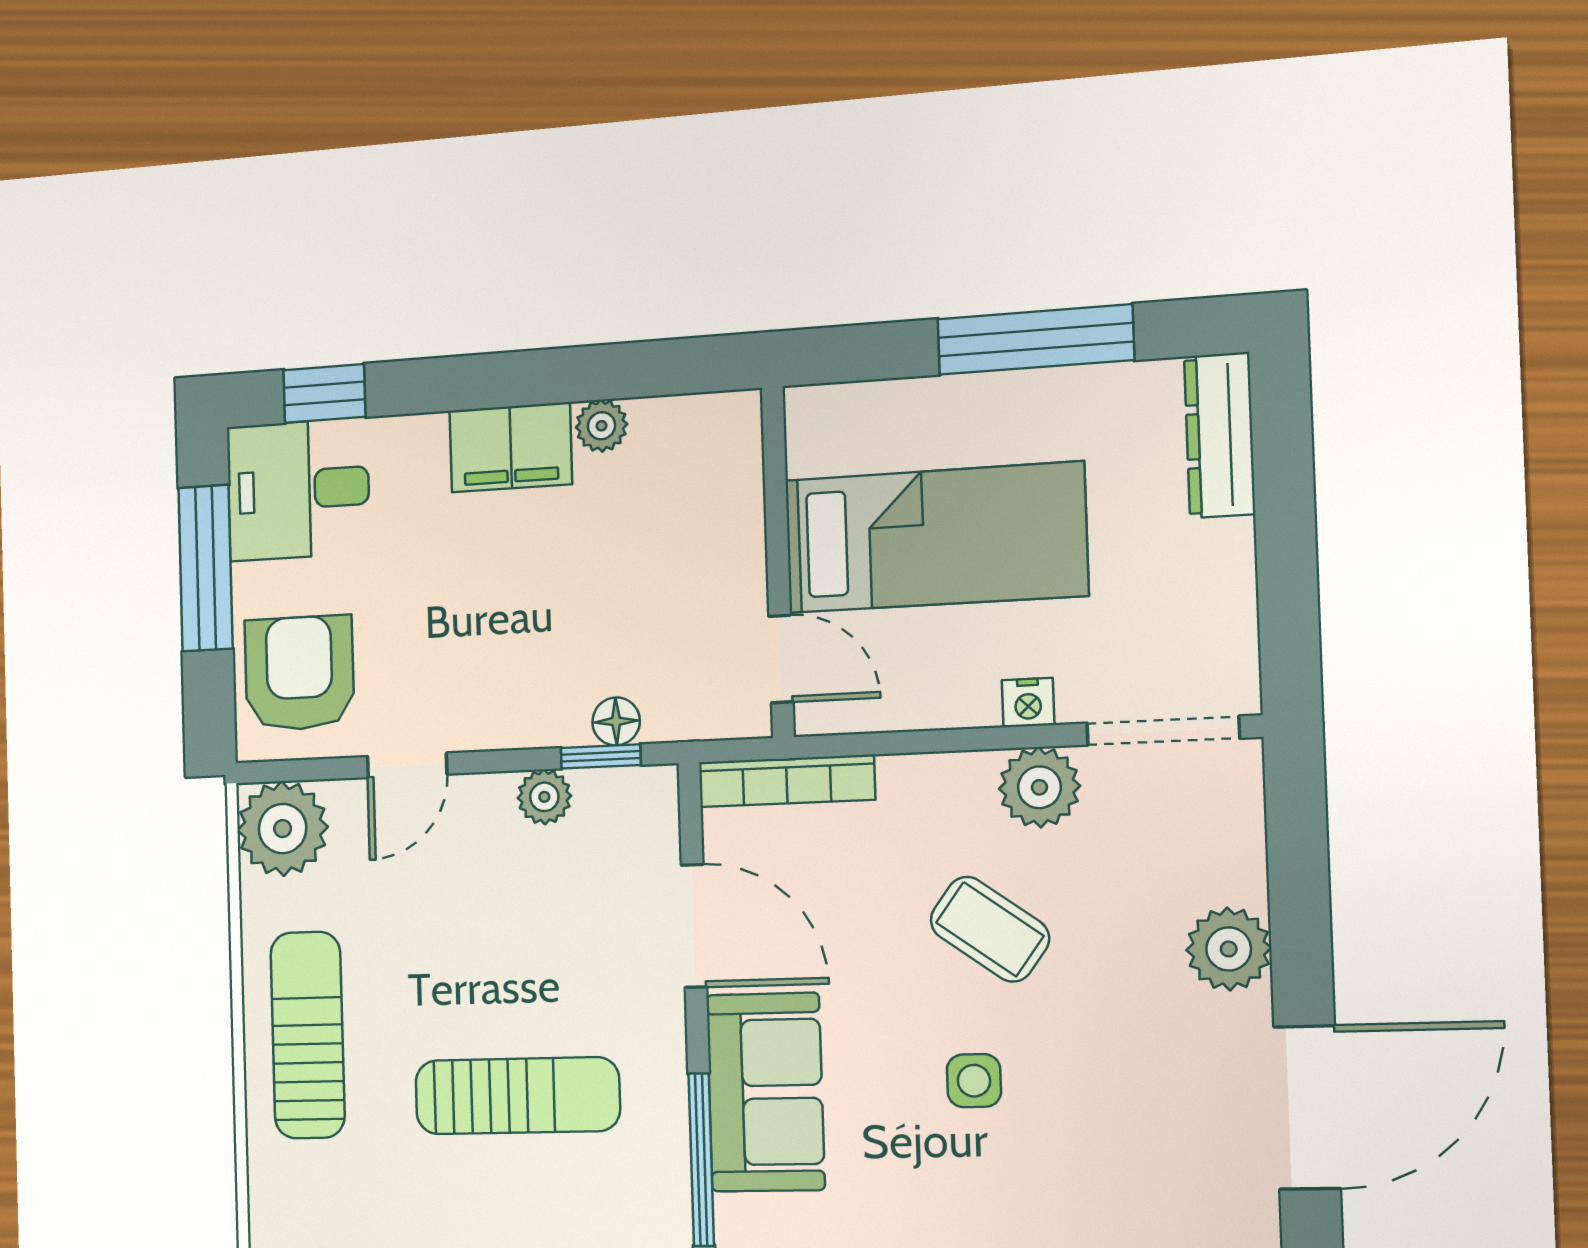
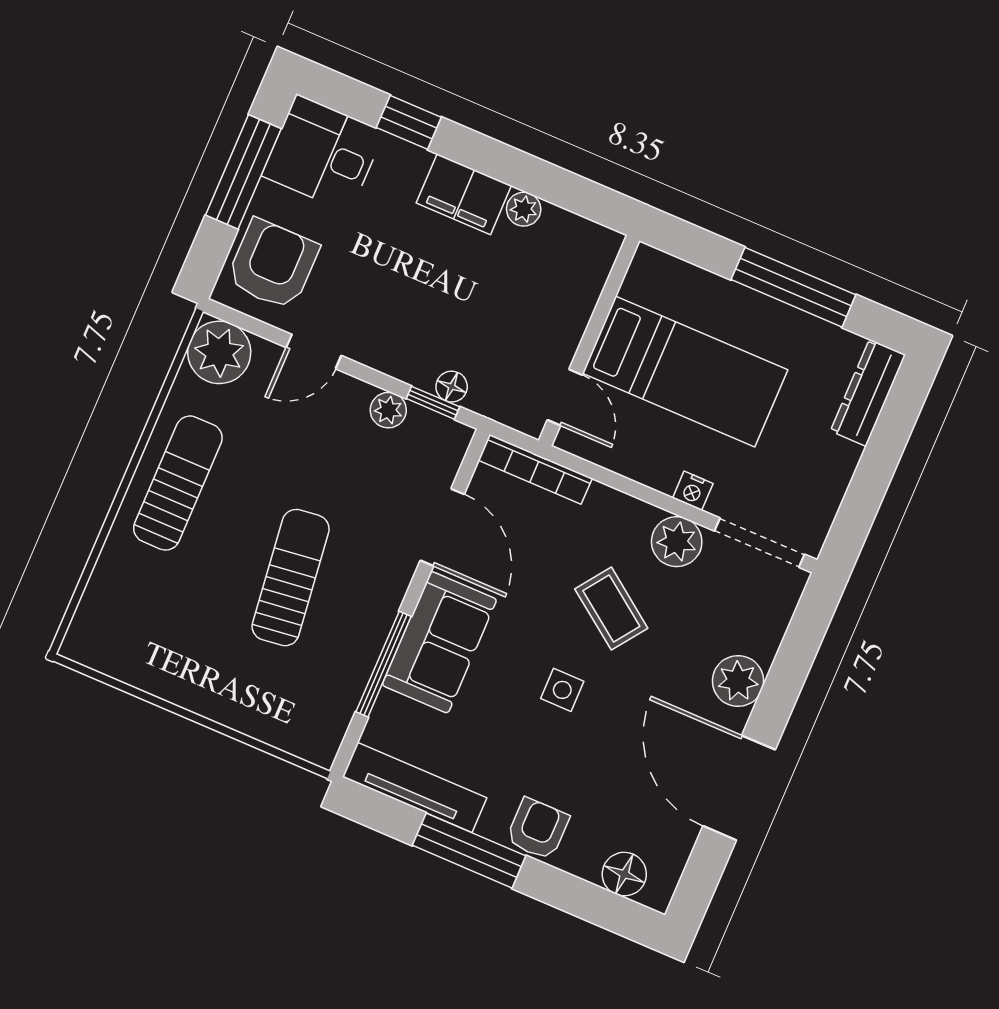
window: (324, 393) -> (409, 122), moved
sun lounger: (517, 1096) -> (291, 578), turned -97
door: (1307, 1108) -> (739, 788), swing flipped

